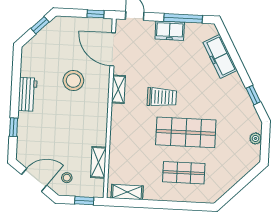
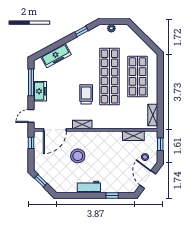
shop shelf: (186, 132) -> (110, 76), width x1.40
shop shelf: (184, 173) -> (137, 76), width x1.43, depth x1.36

